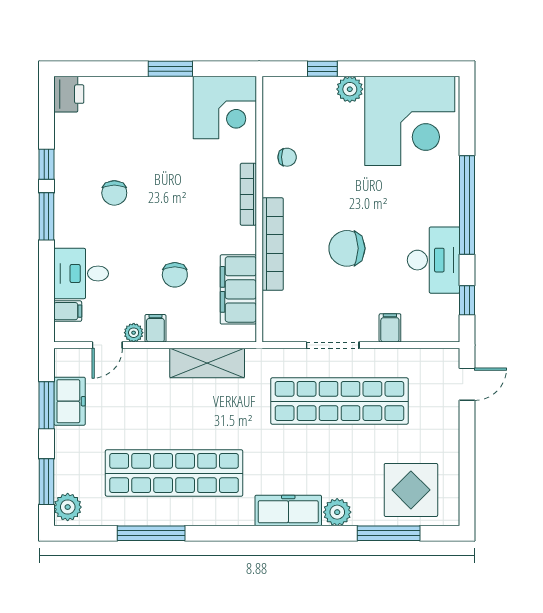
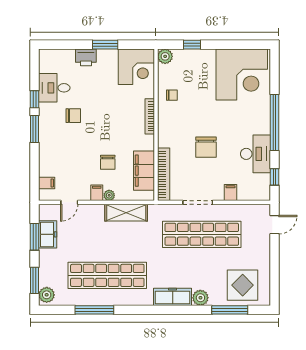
plant: (350, 89) -> (165, 56), moved
printer: (69, 94) -> (86, 57), moved, turned 90
chair: (114, 193) -> (73, 116), turned -90
bookcase: (273, 244) -> (164, 174), moved
chair: (347, 248) -> (206, 147), turned -90
desk: (81, 274) -> (54, 88), moved
plant: (134, 333) -> (109, 195), moved

